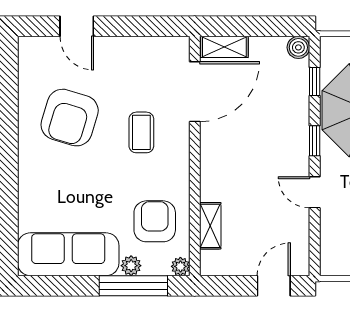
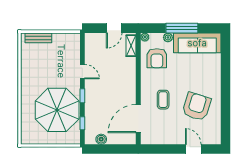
shelving: (224, 47) -> (124, 139), removed
boiler: (298, 47) -> (101, 139), moved
shelving: (210, 226) -> (131, 46), moved
window: (133, 286) -> (182, 28), moved
door: (274, 286) -> (114, 28), moved

